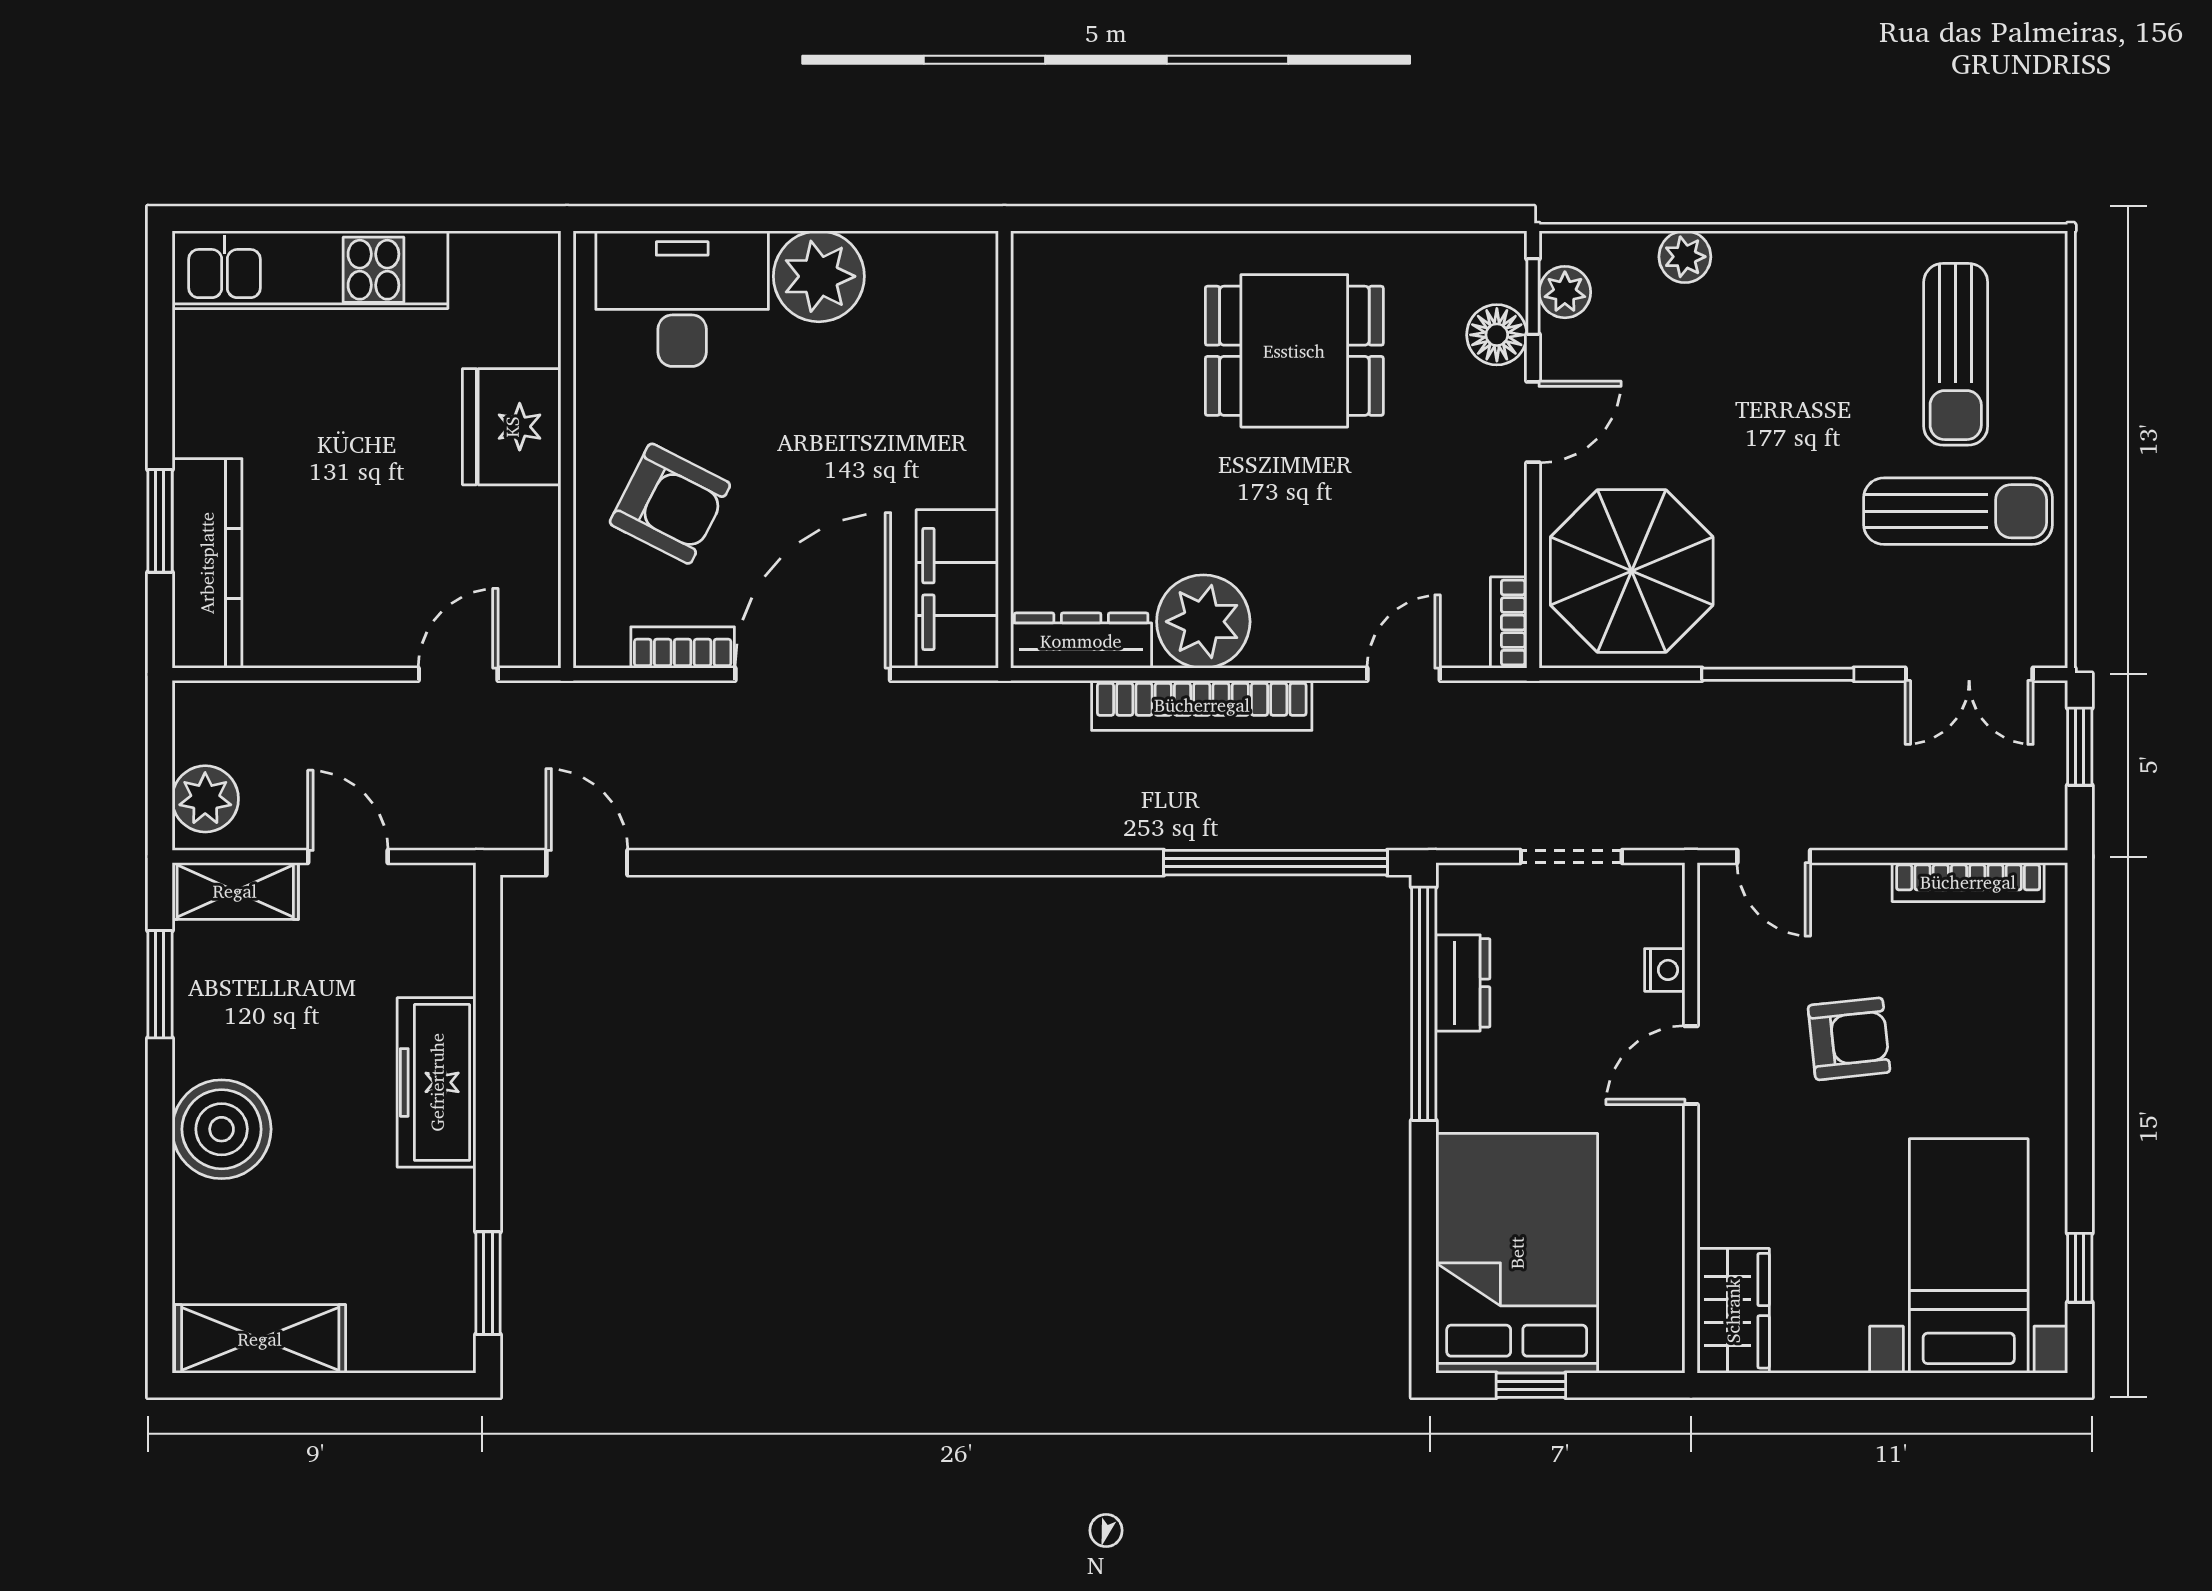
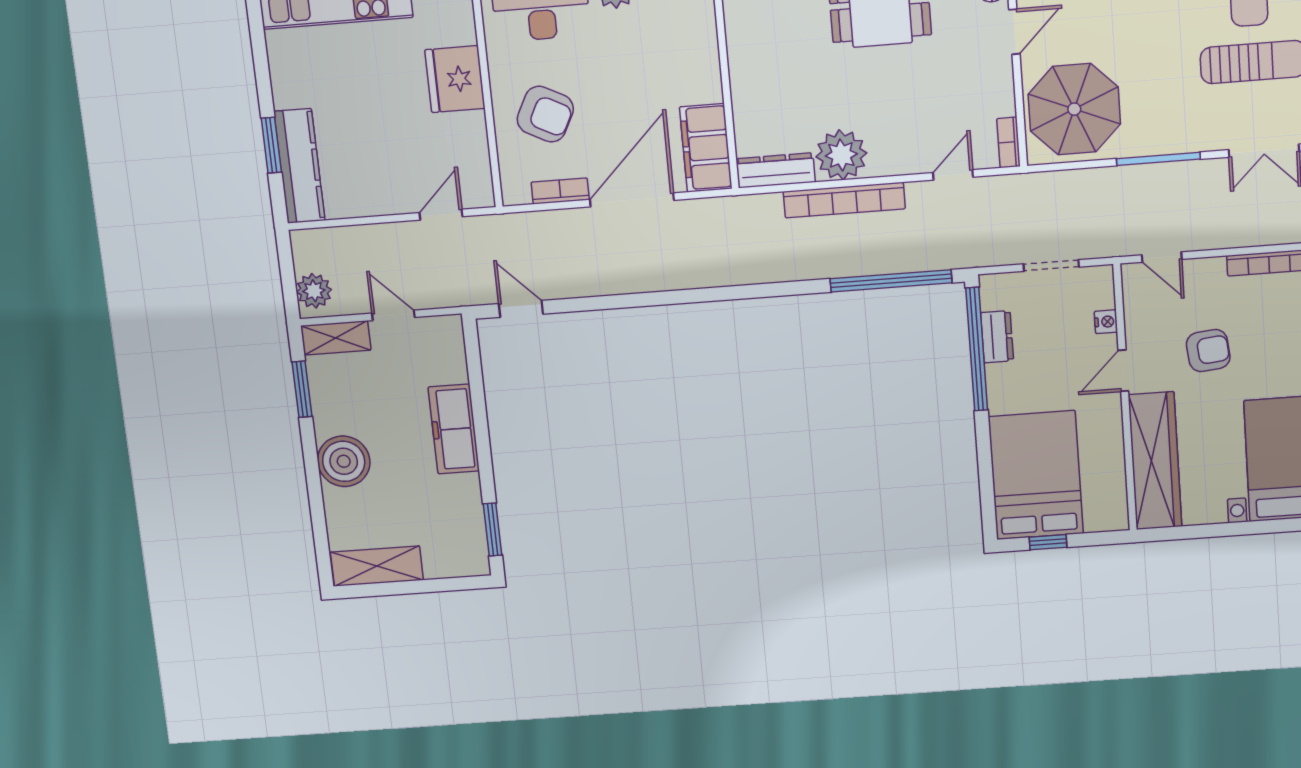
wardrobe: (1733, 1311) -> (1155, 461), width x2.10, depth x1.17

